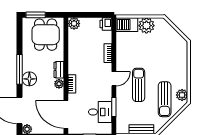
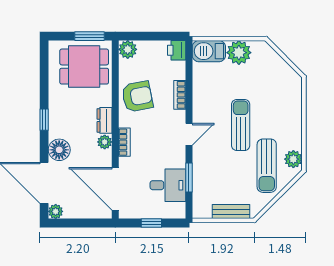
window: (36, 15) -> (90, 36), moved
dining table: (46, 35) -> (84, 67), turned 90
armchair: (80, 54) -> (137, 96), added
window: (20, 69) -> (44, 120), width x0.46
floor lamp: (29, 79) -> (59, 150), moved
sun lounger: (139, 85) -> (241, 125), moved

